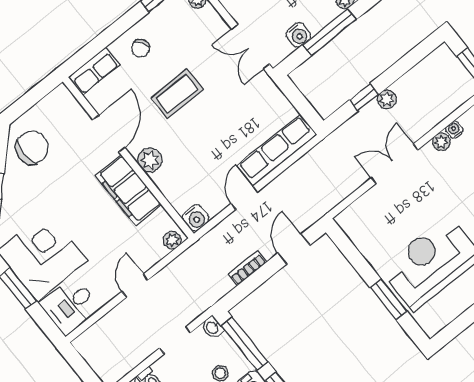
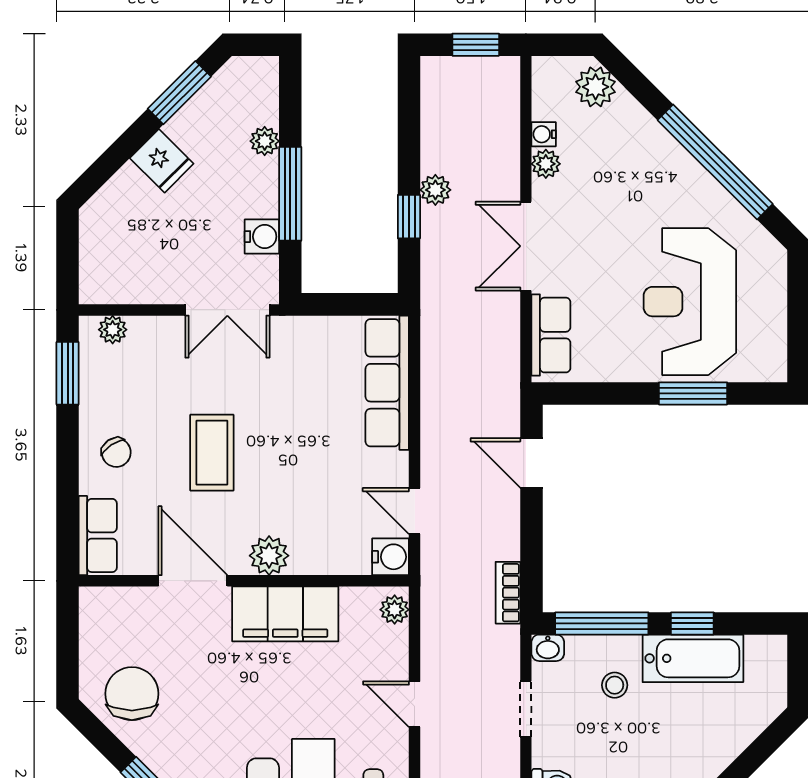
door: (244, 198) -> (415, 511), moved
row of seats: (362, 210) -> (551, 335), added
bookcase: (247, 268) -> (508, 593), moved

